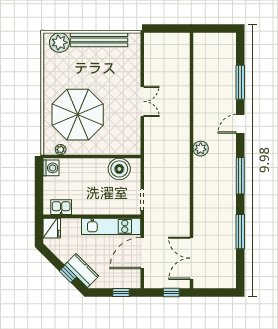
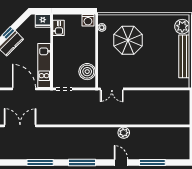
double door: (142, 101) -> (112, 89), moved
parasol: (78, 115) -> (128, 40), width x0.73, depth x0.73
plant: (201, 149) -> (124, 133), moved

